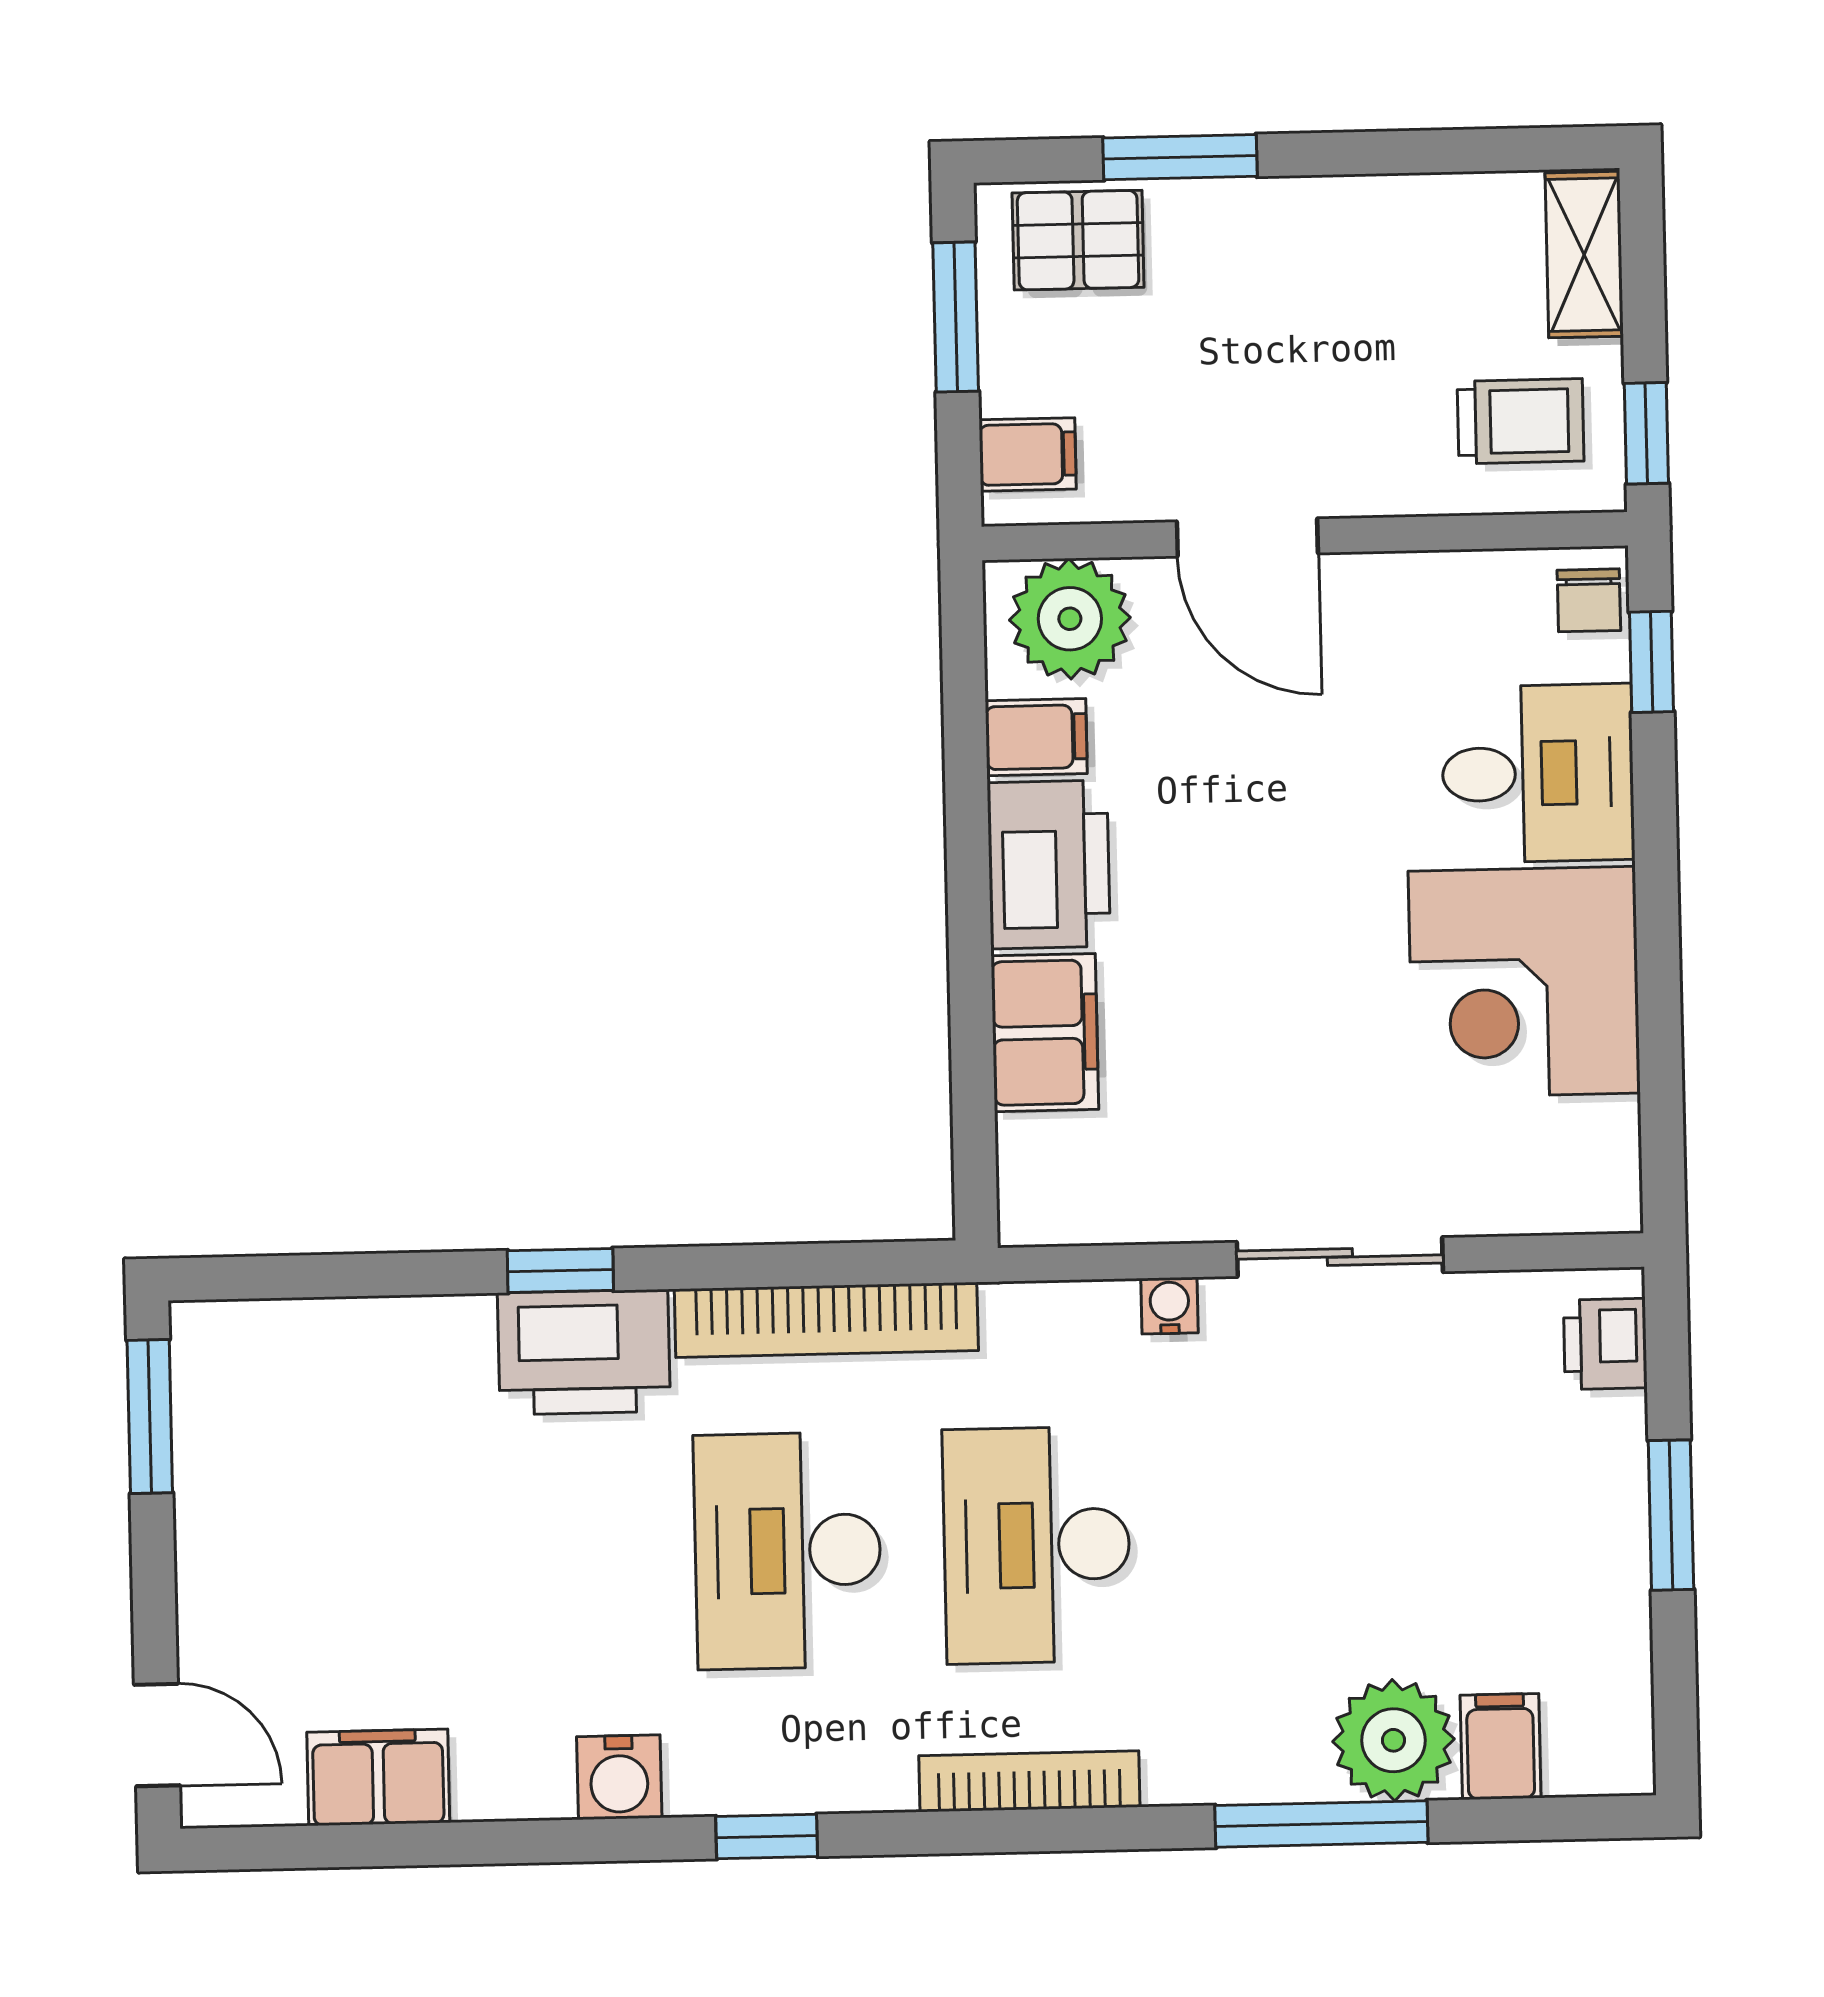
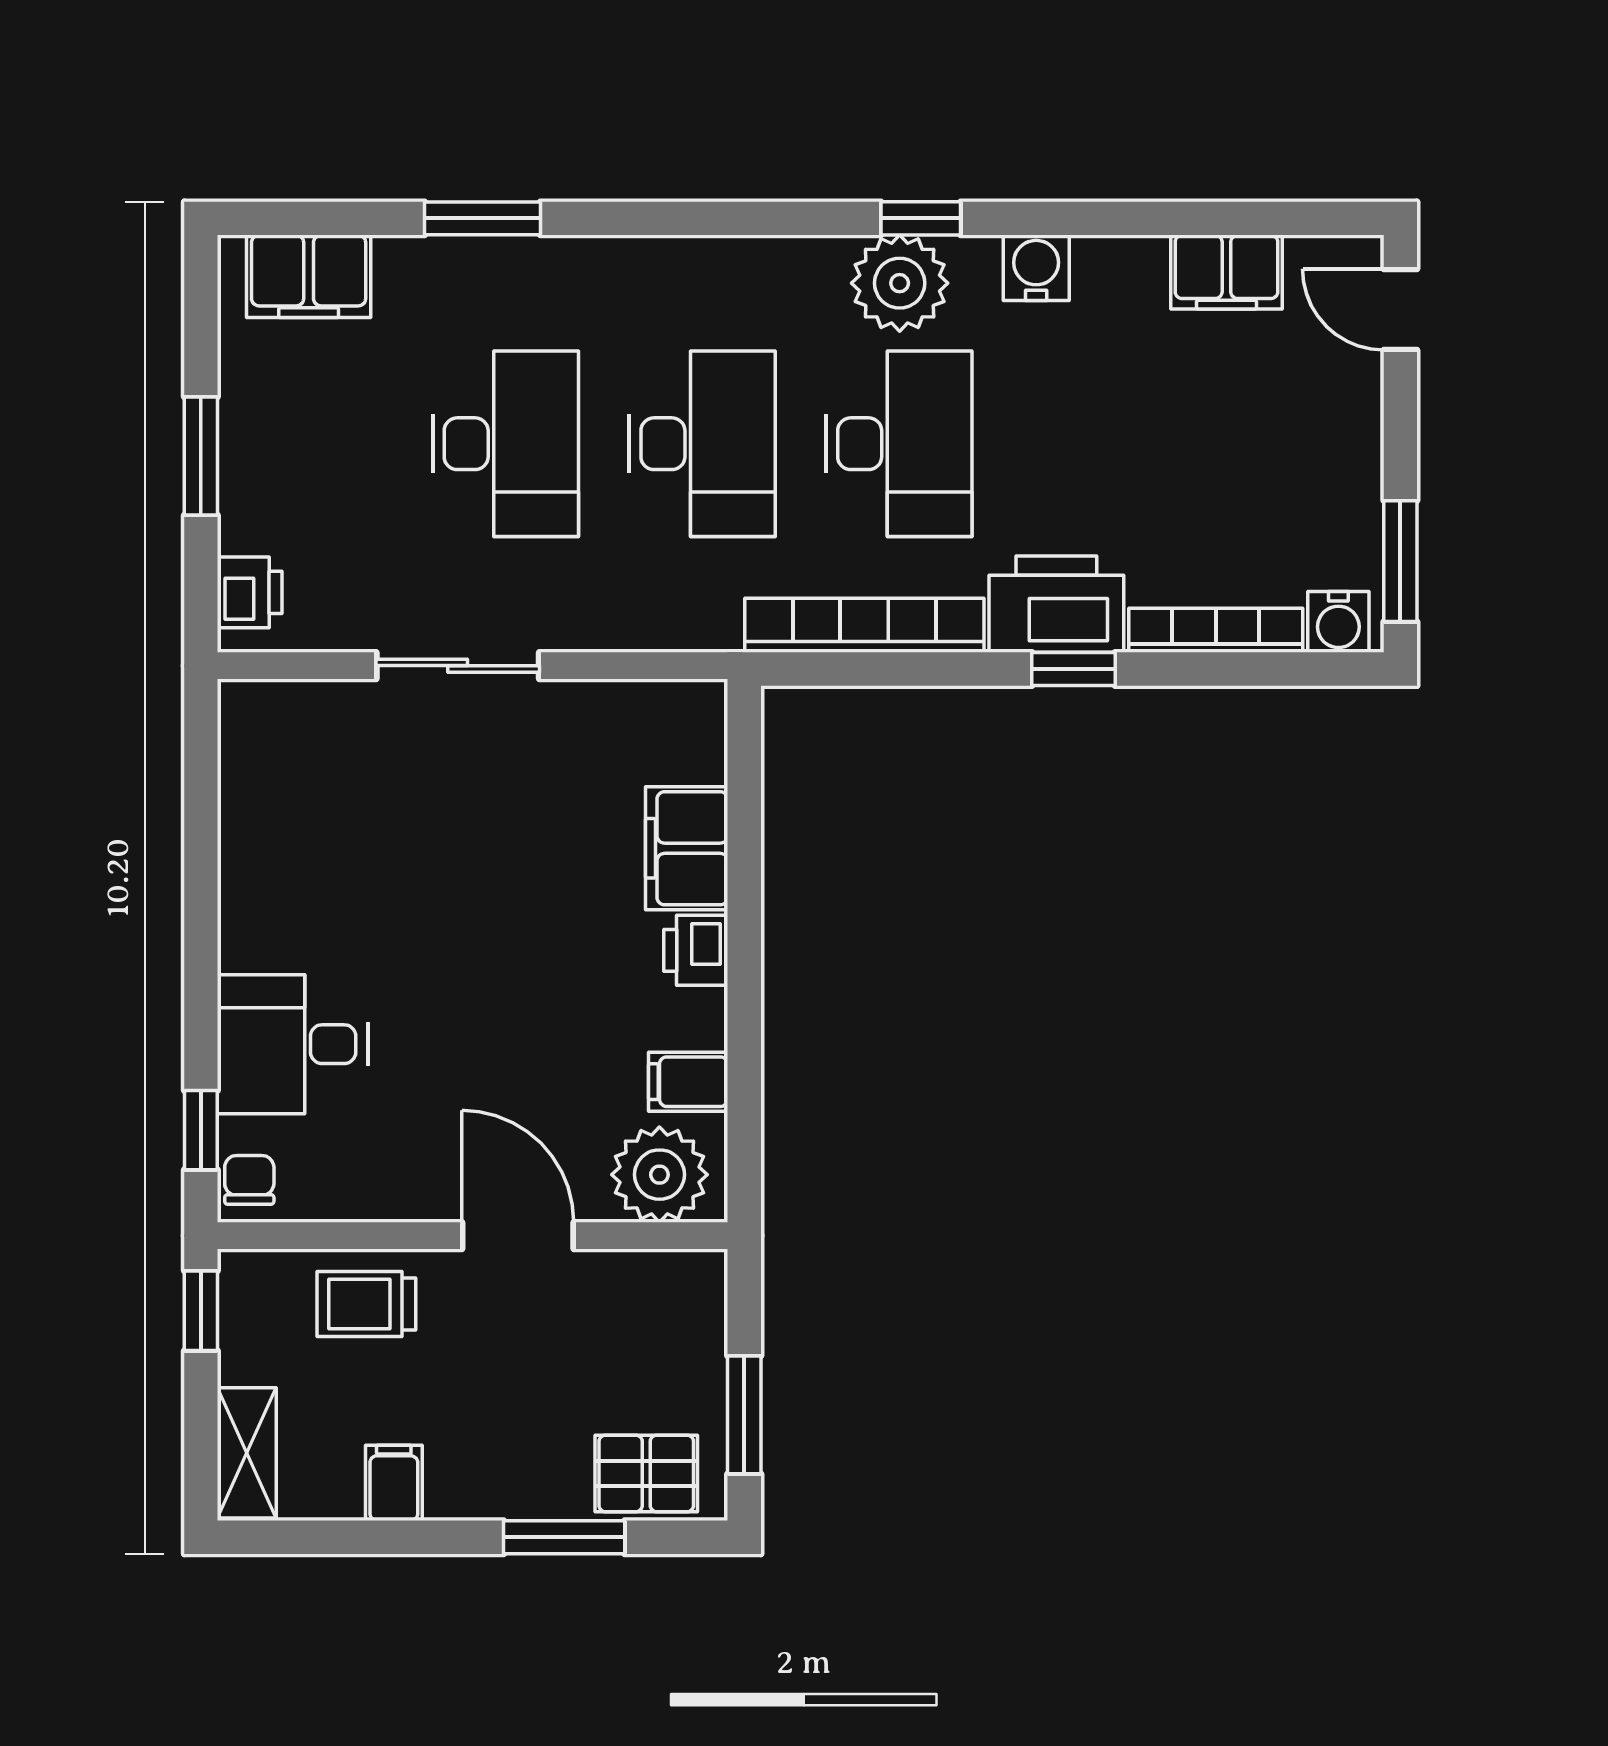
trolley: (1521, 421) -> (366, 1304), moved
filing cabinet: (1028, 454) -> (394, 1483), moved, turned 90
printer: (1049, 864) -> (696, 950), width x0.53, depth x0.68
corner desk: (1524, 982) -> (307, 879), removed
water cooler: (1169, 1306) -> (1338, 622), moved, width x1.38, depth x1.38
desk: (1286, 1539) -> (505, 444), added
plant: (1393, 1740) -> (900, 283), moved
filing cabinet: (1501, 1746) -> (309, 276), width x2.00
bookcase: (1029, 1781) -> (1216, 630), moved, turned 180
window: (1321, 1824) -> (482, 218), width x0.69

